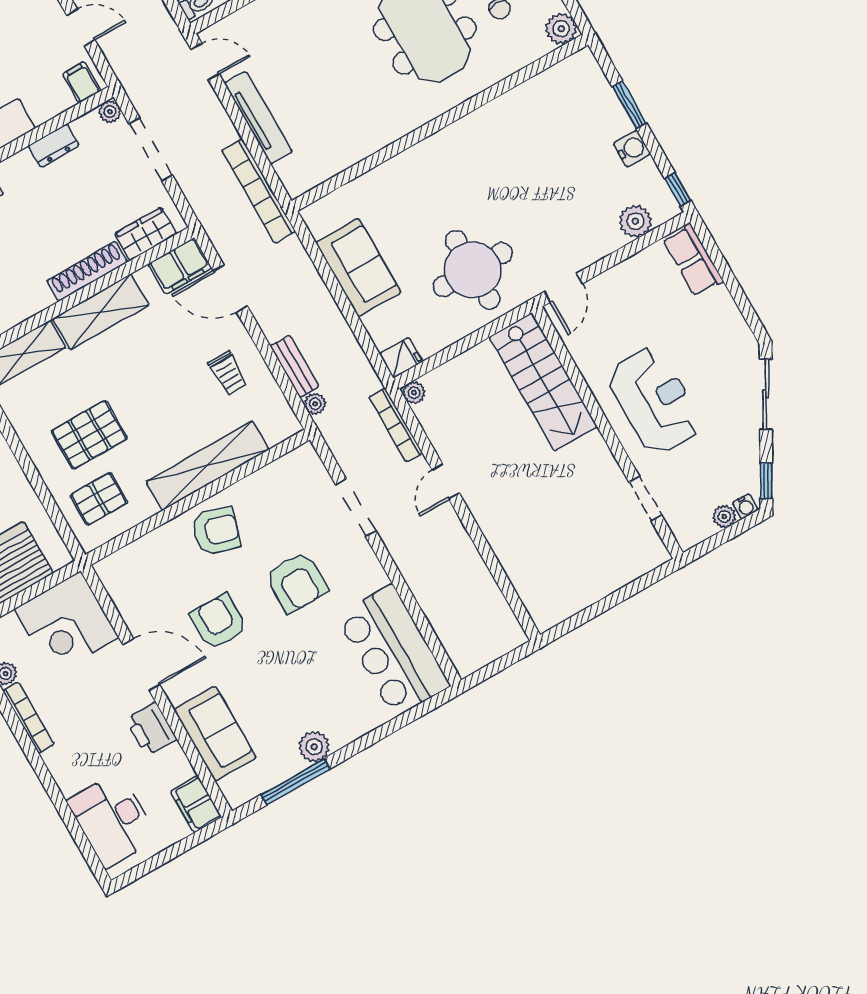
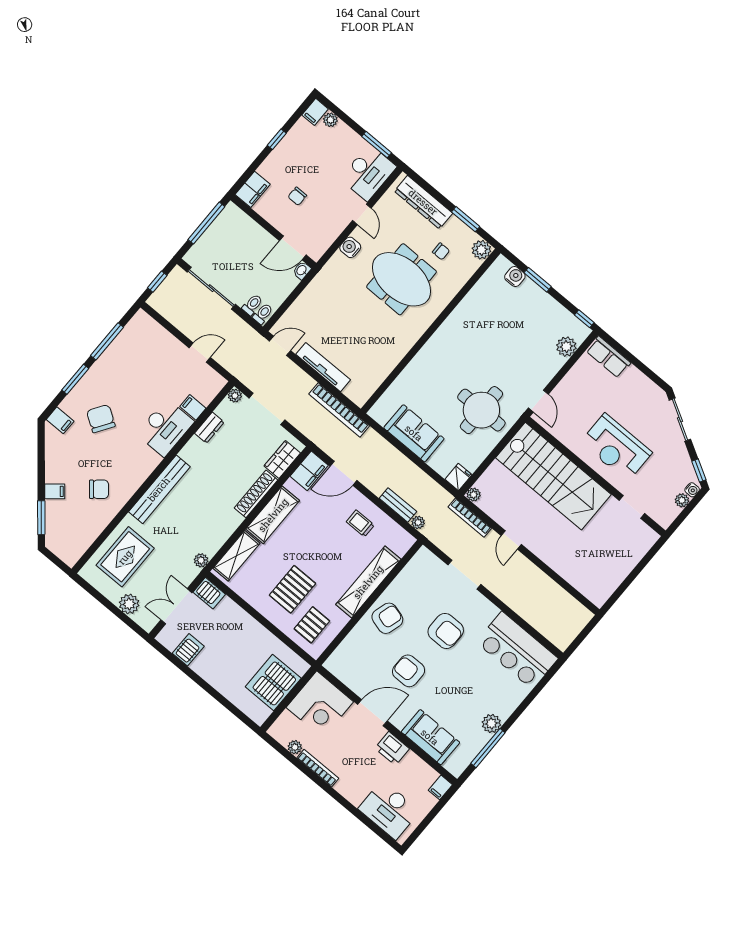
filing cabinet: (82, 82) -> (193, 407), moved
water cooler: (632, 149) -> (515, 277), moved
trolley: (228, 373) -> (360, 523), turned 180
stairs: (543, 382) -> (553, 476), width x1.36, depth x1.51
reception desk: (655, 401) -> (616, 447), turned 180
filing cabinet: (196, 804) -> (440, 787), width x0.50

